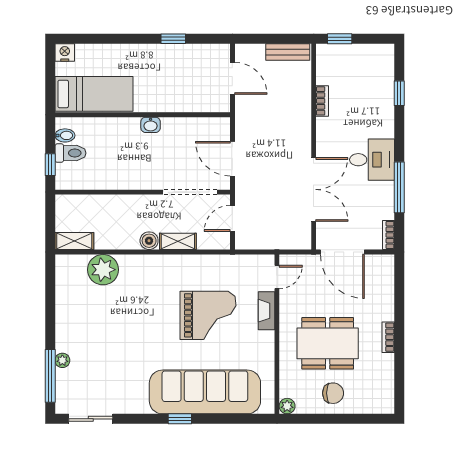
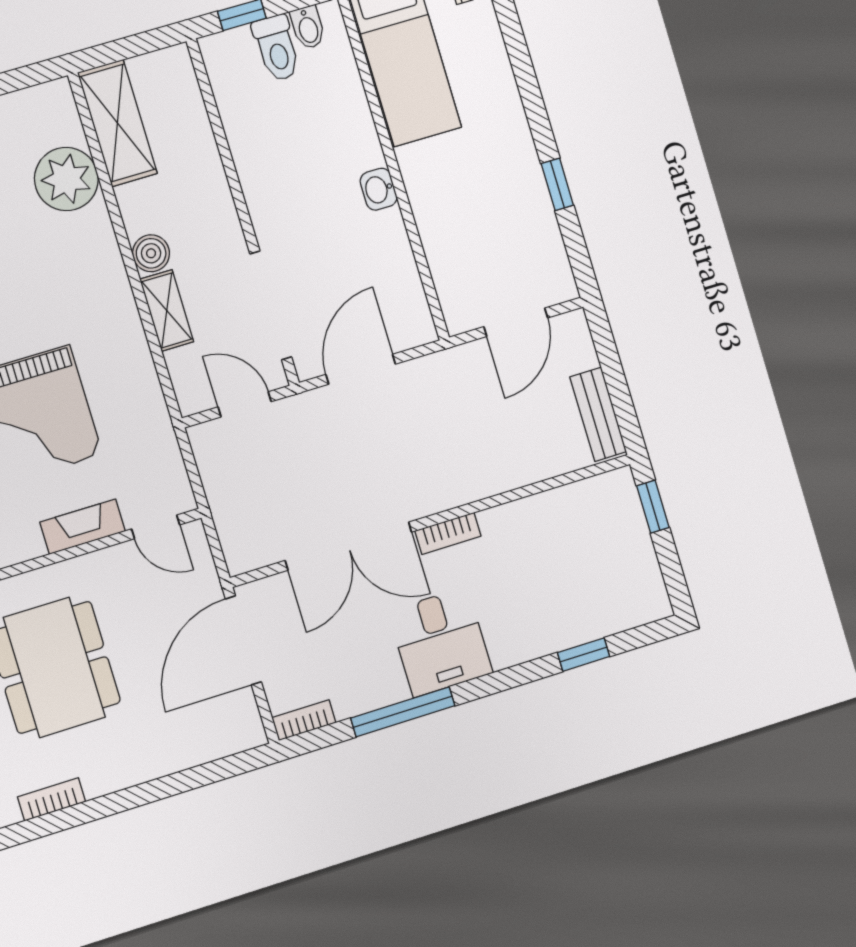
bookcase: (322, 101) -> (448, 533), moved
shelving: (74, 241) -> (117, 123), width x1.50, depth x1.33
bookcase: (388, 337) -> (52, 799), moved

